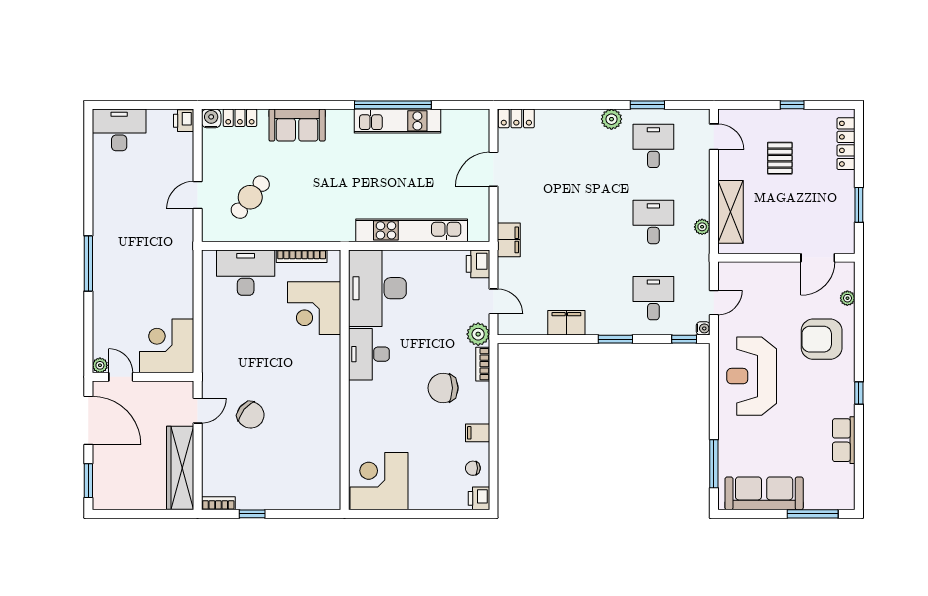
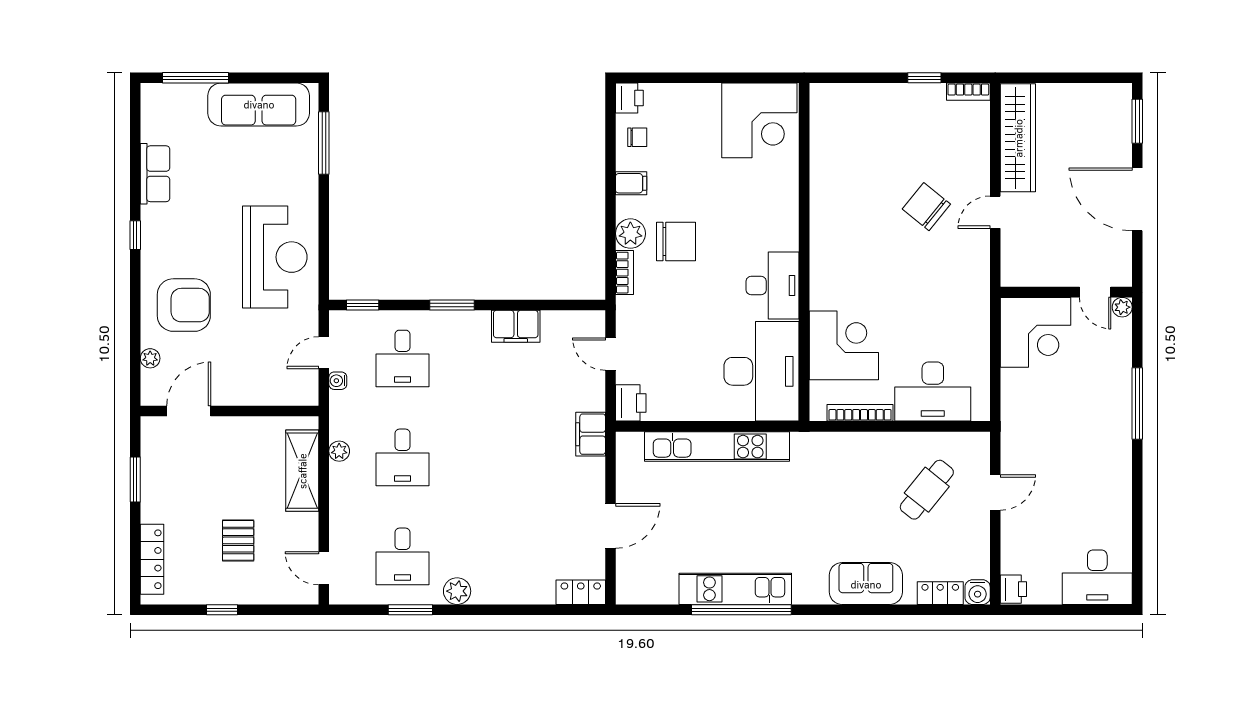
water cooler: (703, 328) -> (338, 381), moved
plant: (478, 334) -> (630, 234), moved
corner desk: (167, 346) -> (1035, 332), moved
plant: (100, 365) -> (1122, 307), moved
door: (121, 377) -> (1095, 292), moved
wall: (143, 377) -> (1066, 292), moved

